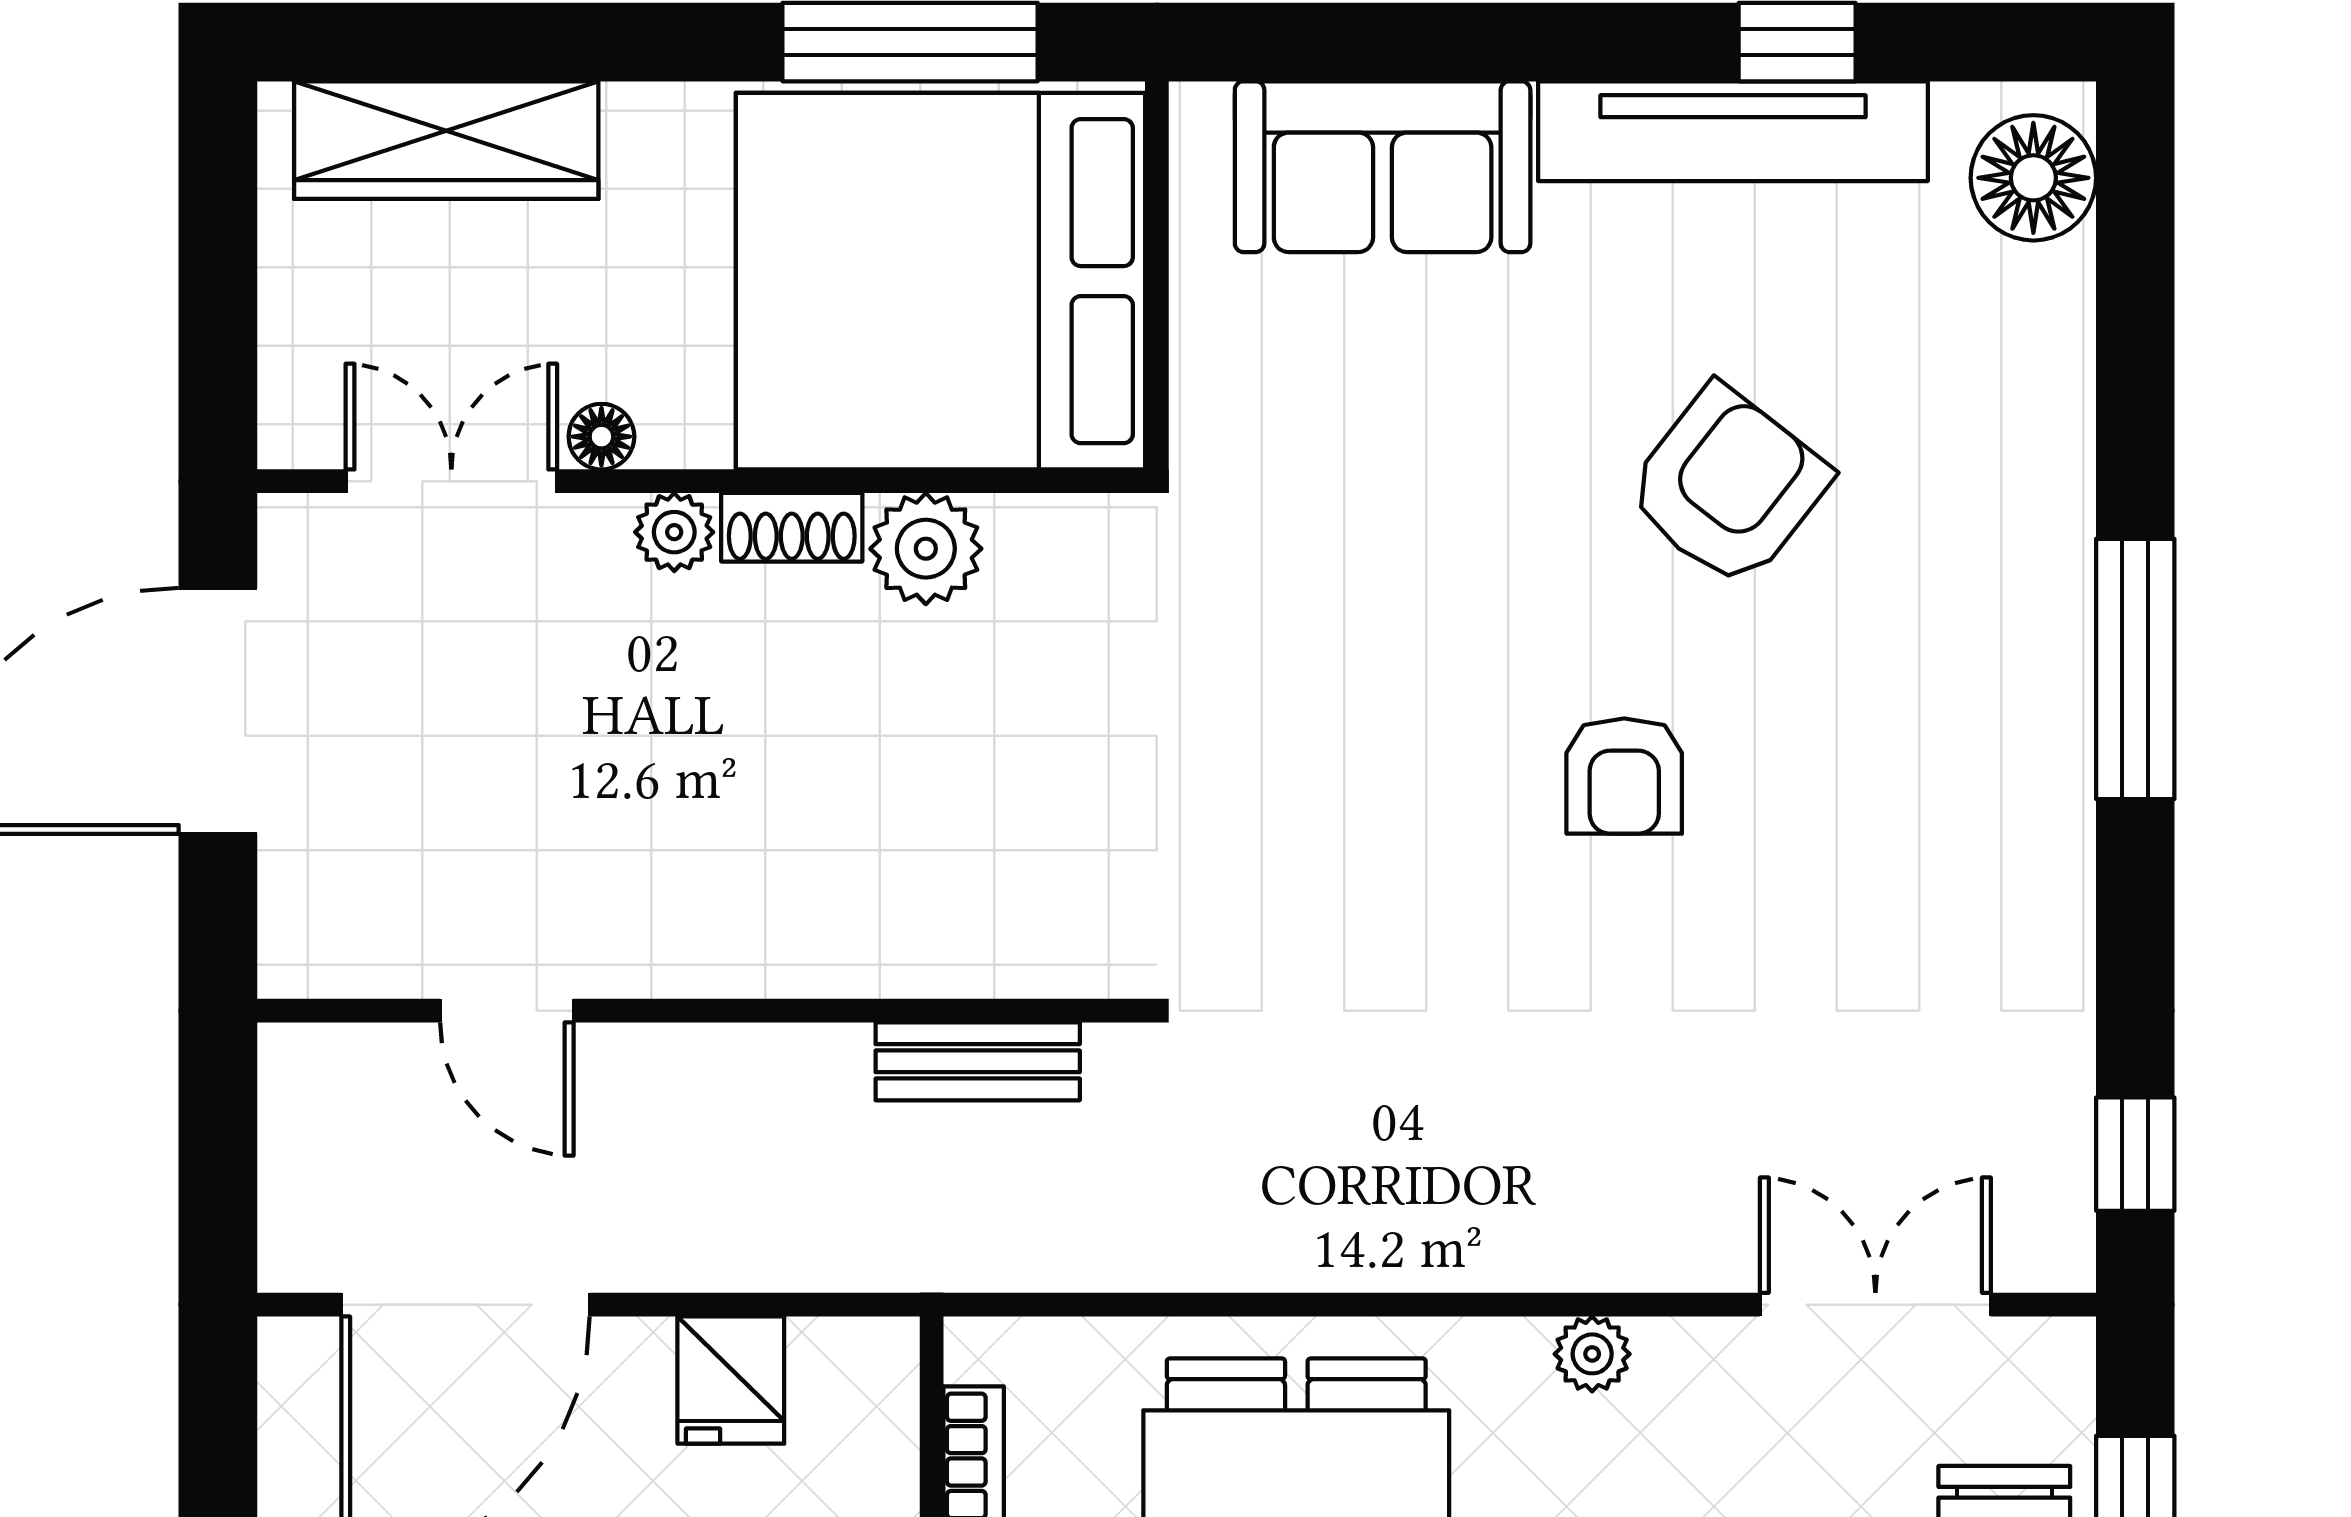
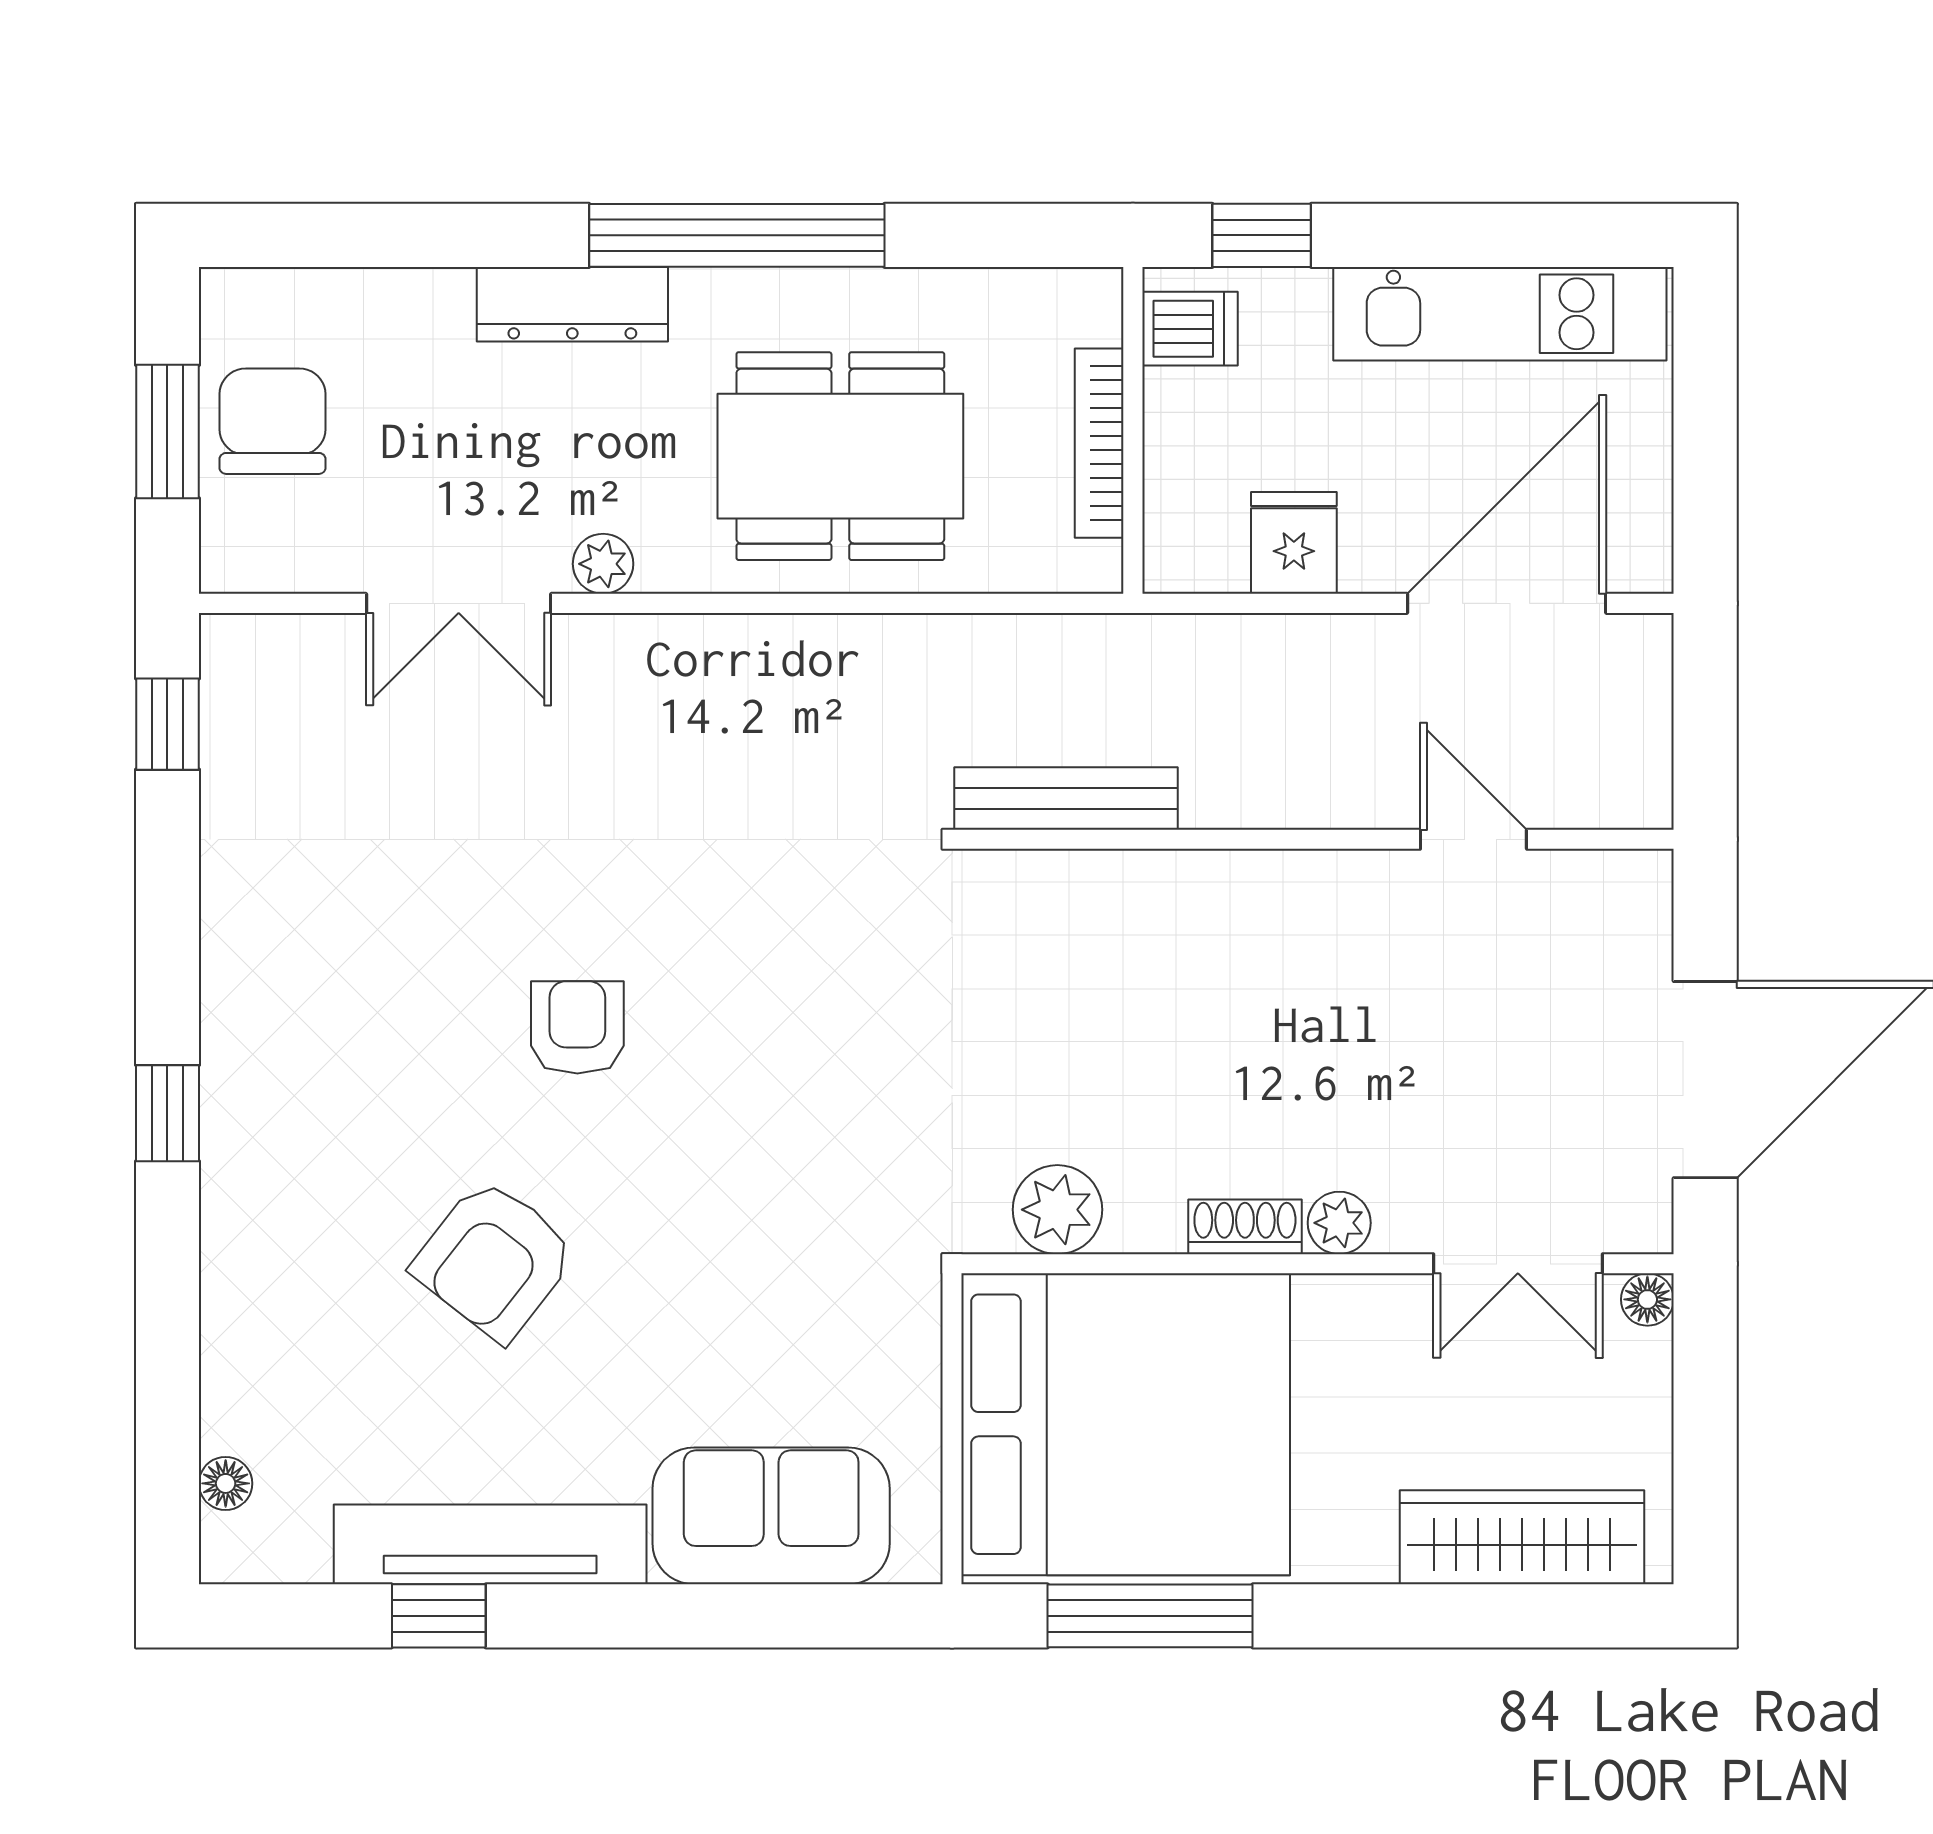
floor lamp: (2033, 178) -> (226, 1483), width x0.53, depth x0.53
floor lamp: (601, 437) -> (1647, 1299), moved
plant: (926, 549) -> (1057, 1210), moved
window: (2135, 669) -> (167, 1113), width x0.46
bench: (978, 1061) -> (1066, 798), width x1.36
double door: (1875, 1305) -> (459, 603), moved

